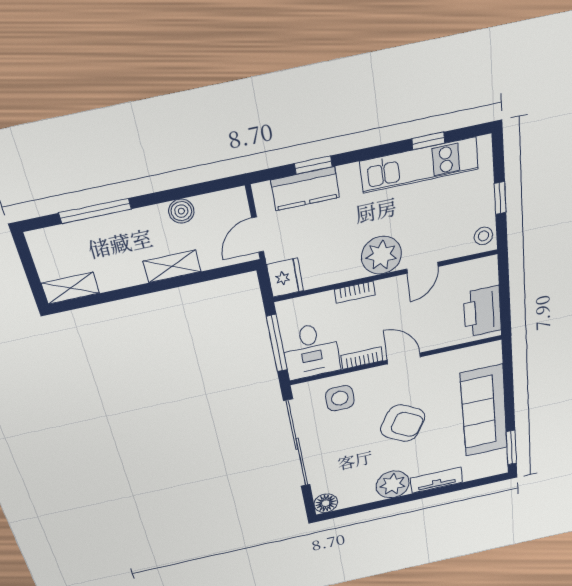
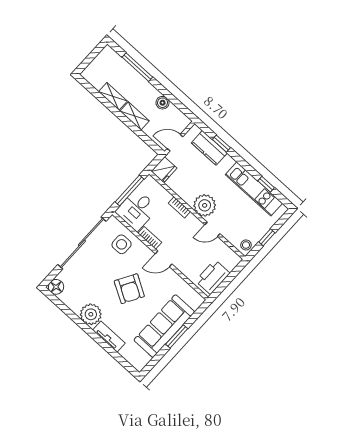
shelving: (70, 288) -> (113, 96), moved
door: (404, 358) -> (164, 259), swing flipped
window: (511, 448) -> (177, 336), moved

